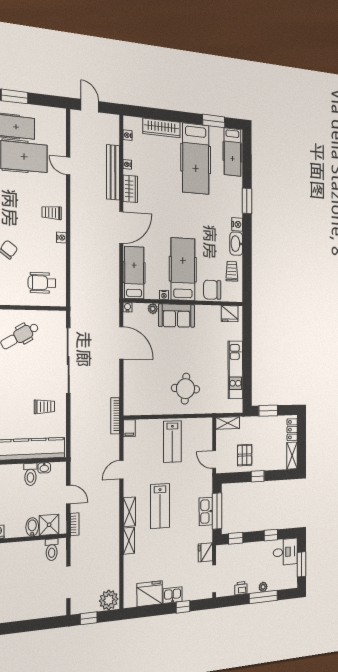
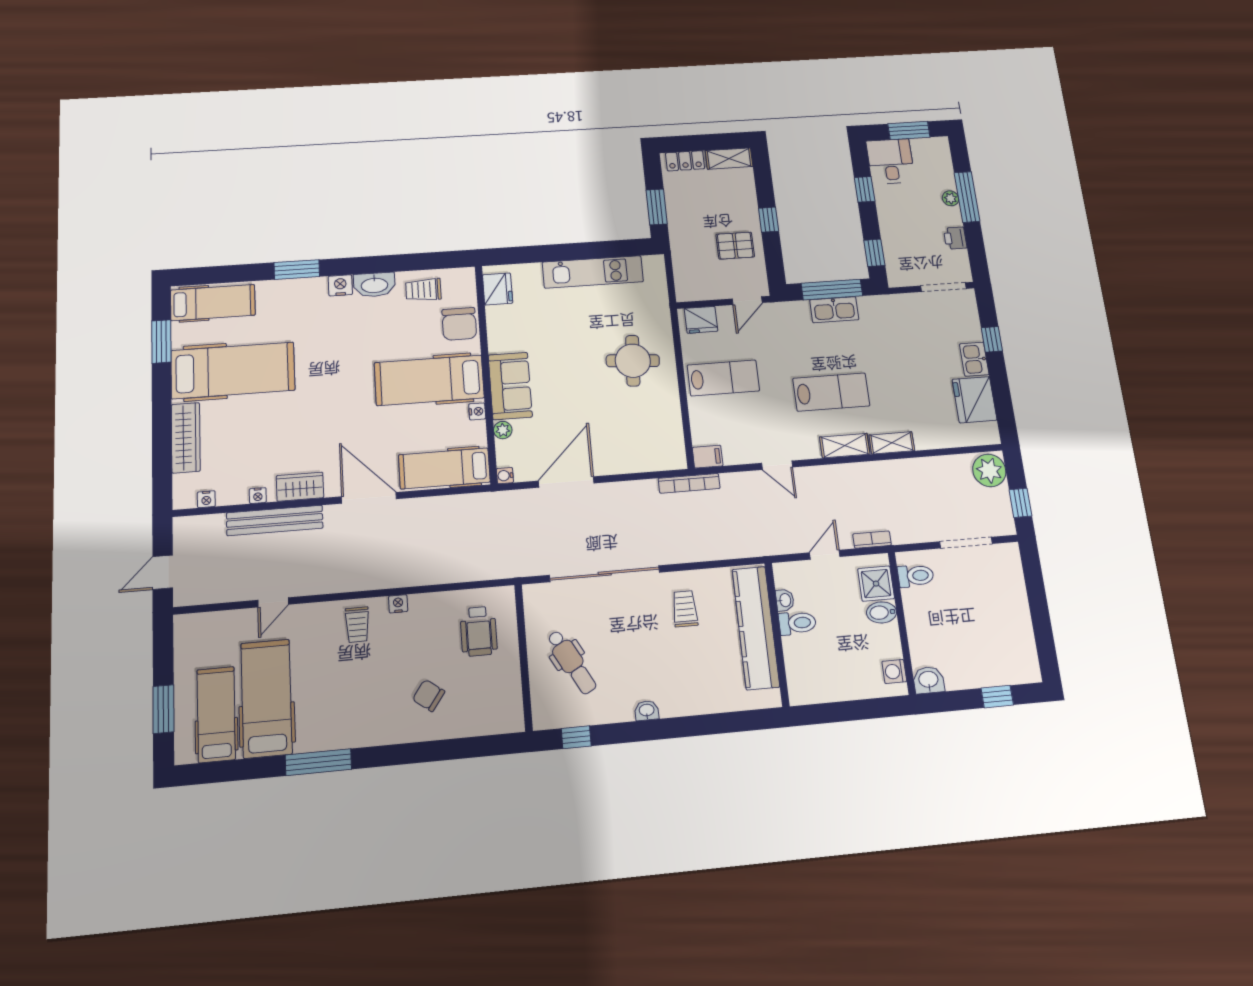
shelving: (228, 423) -> (684, 280), removed
fridge: (205, 552) -> (701, 320), moved

